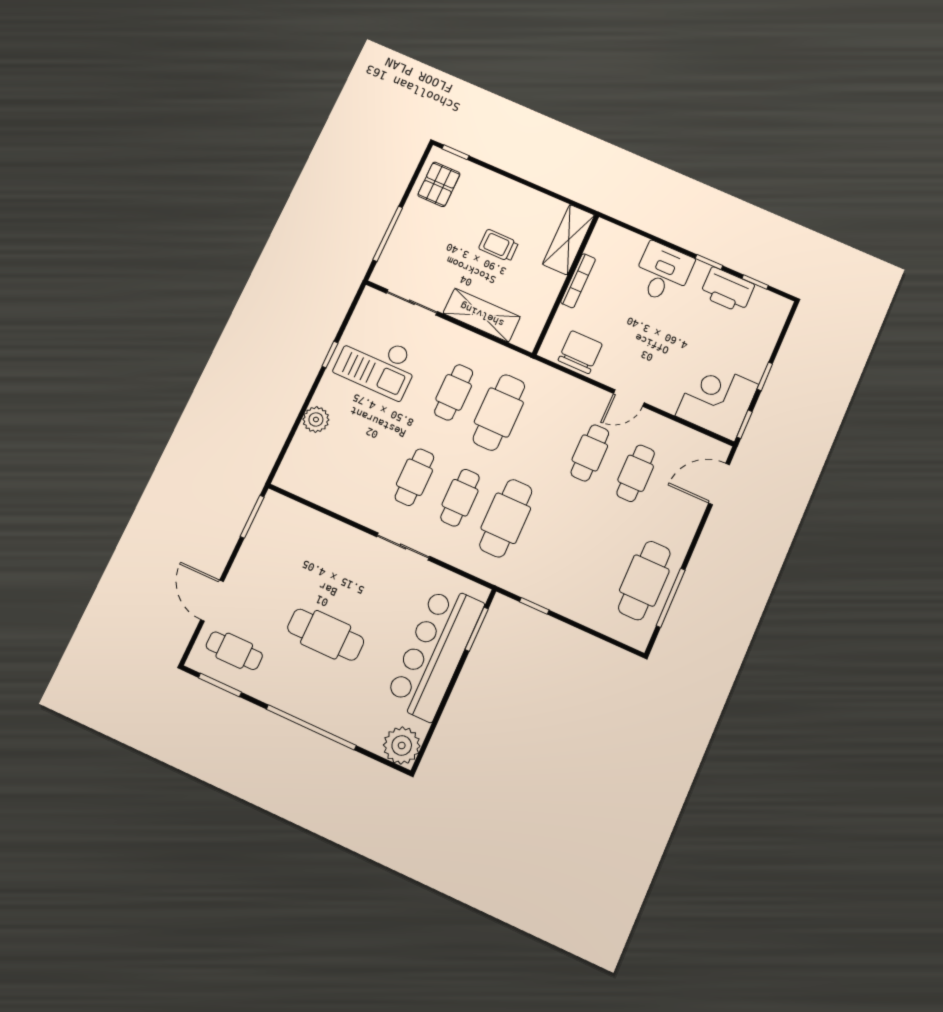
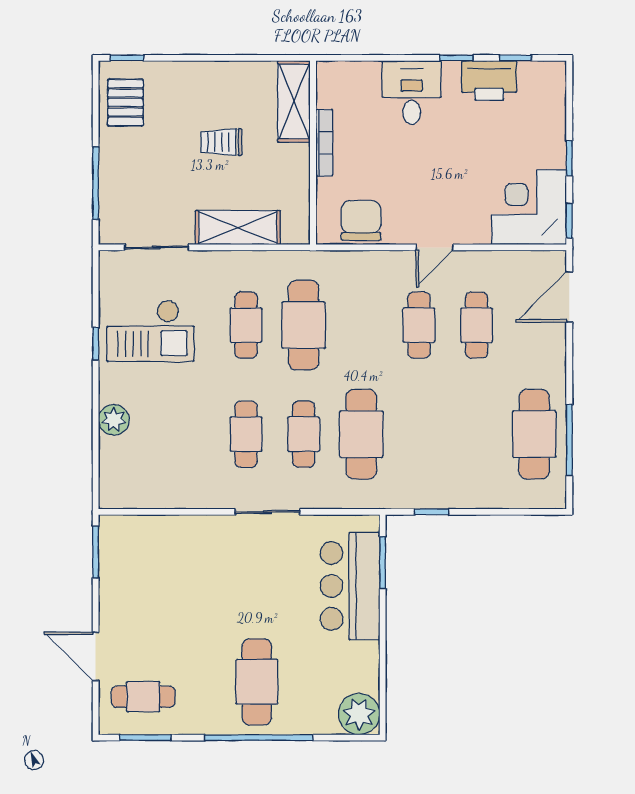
cafe table: (326, 635) -> (257, 682), moved, turned 90
bar counter: (435, 652) -> (350, 586), width x0.73

